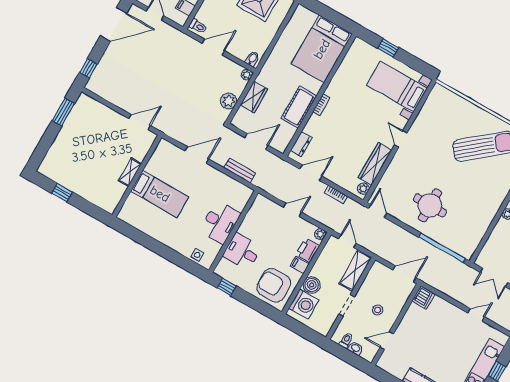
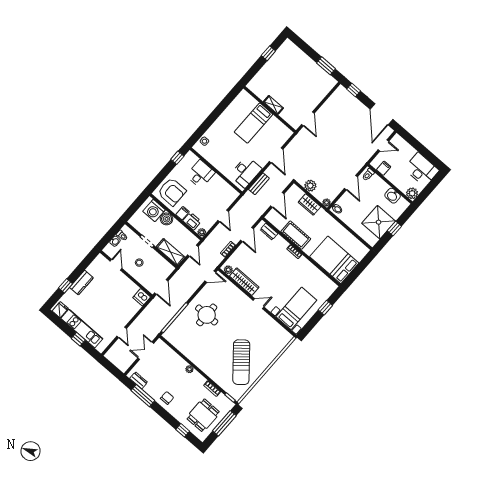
desk: (220, 222) -> (246, 172), moved, turned -90
door: (347, 241) -> (193, 251), hinge flipped
armchair: (274, 285) -> (172, 192), turned 90

